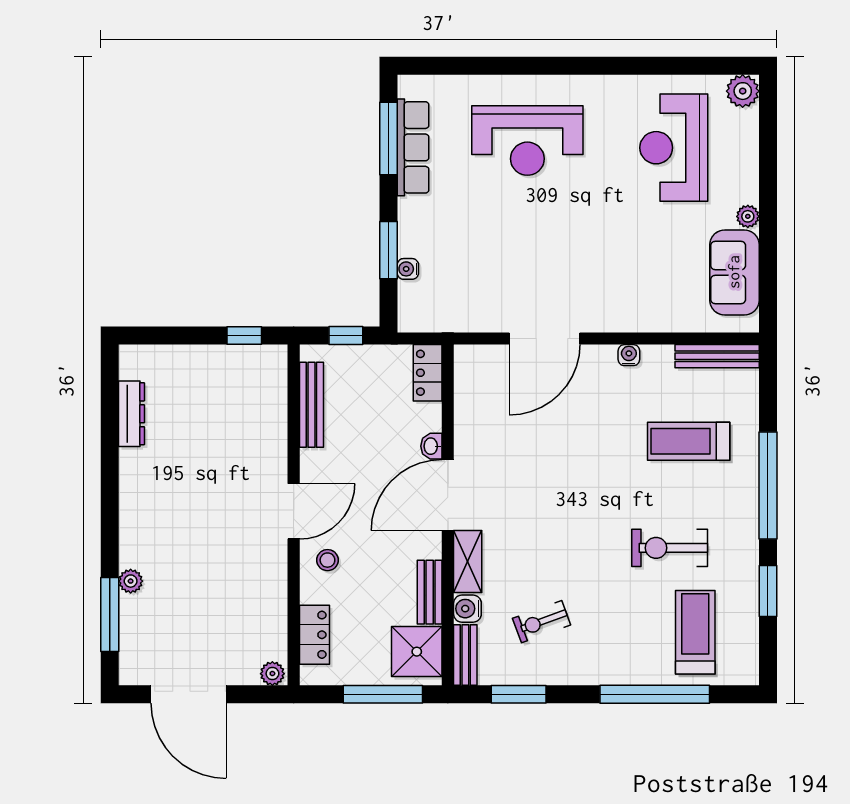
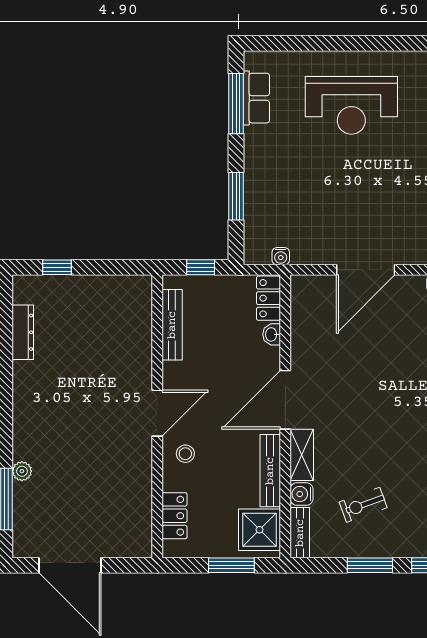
row of seats: (413, 147) -> (256, 98), width x0.68
water cooler: (408, 269) -> (281, 256), moved, turned -90
window: (244, 336) -> (57, 267), moved
washbasin: (431, 446) -> (272, 334), moved
bench: (430, 592) -> (270, 471), width x1.36
plant: (272, 674) -> (140, 548), removed
window: (383, 694) -> (231, 565), width x0.69
window: (519, 694) -> (370, 565), moved

